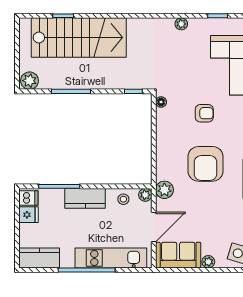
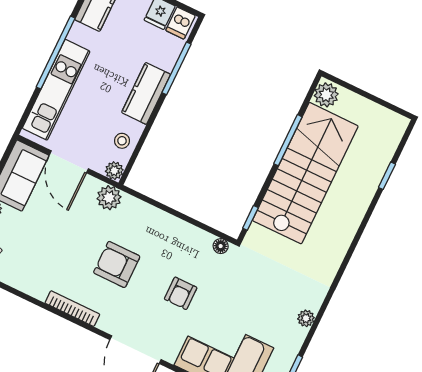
stairs: (79, 37) -> (305, 173), moved, turned 180
armchair: (206, 164) -> (117, 264), width x0.73, depth x0.73

